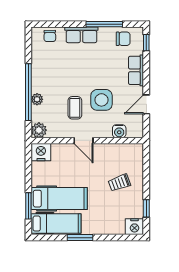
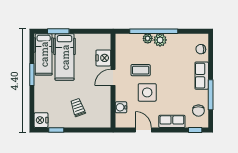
plant: (39, 130) -> (160, 40), moved
nightstand: (41, 152) -> (103, 58), moved

